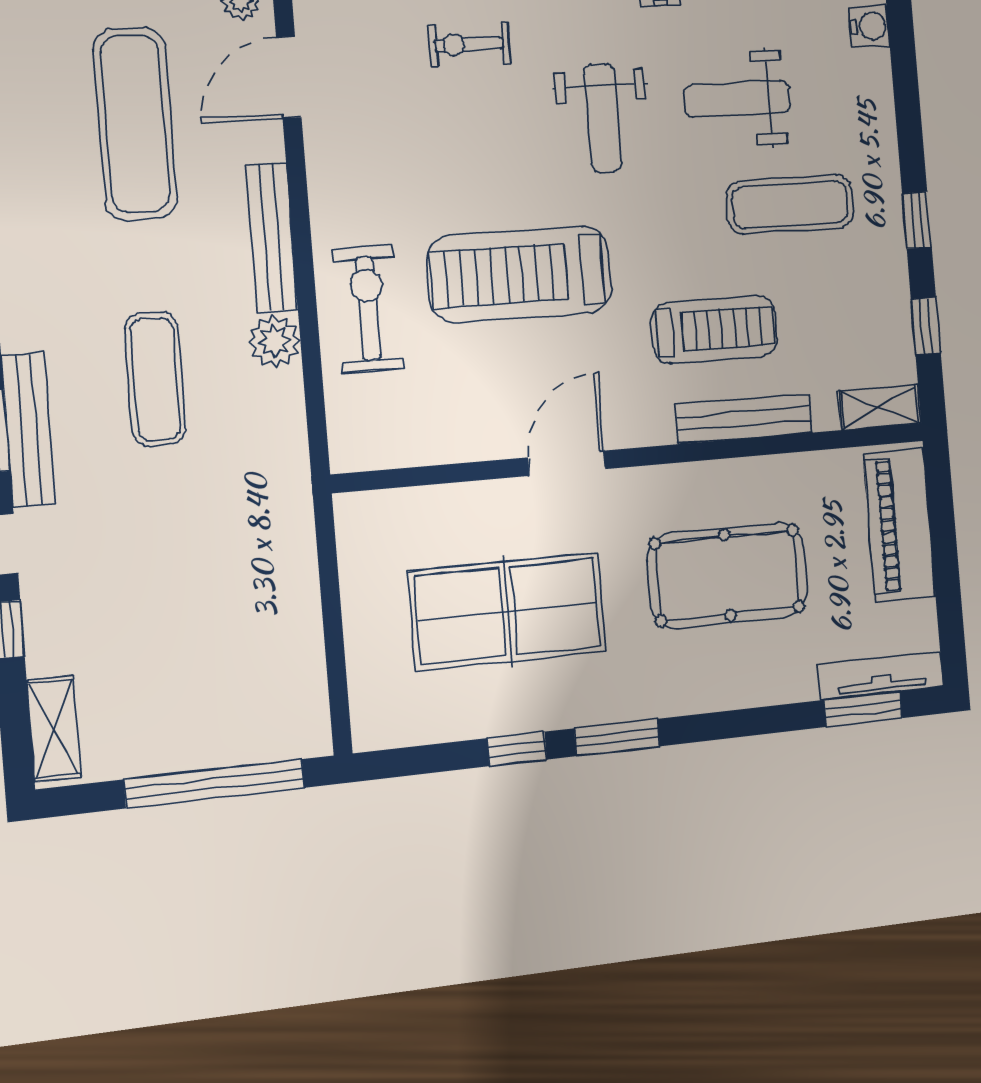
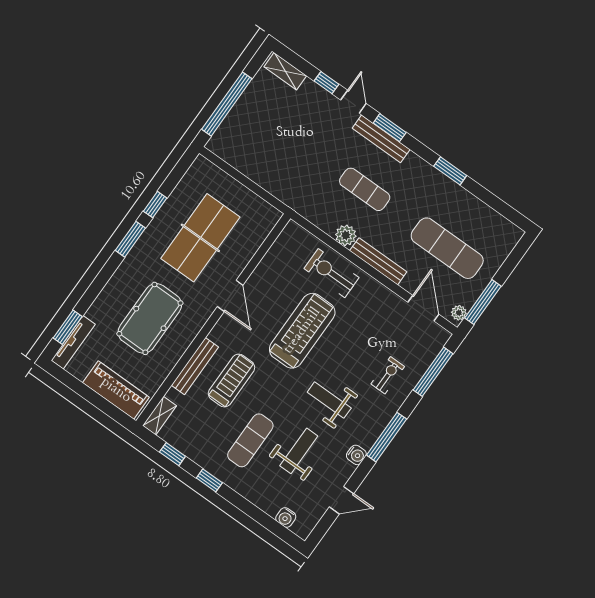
exercise bike: (368, 309) -> (331, 273), turned 180
treadmill: (715, 329) -> (231, 381), turned 180

